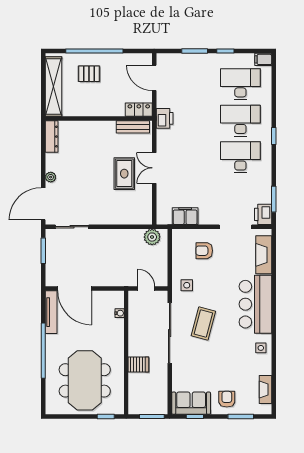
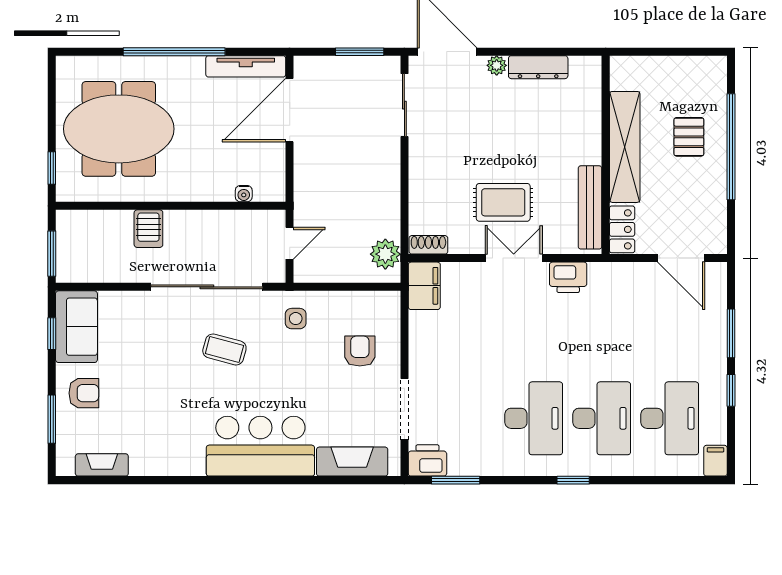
door: (154, 78) -> (681, 258), swing flipped
shelving: (53, 86) -> (625, 147), moved, turned 90
printer: (165, 118) -> (568, 277), moved
bench: (133, 127) -> (590, 207), width x1.36
dresser: (52, 137) -> (538, 67), moved
shoe rack: (147, 214) -> (428, 245), added
filing cabinet: (185, 216) -> (424, 286), moved
coffee table: (203, 324) -> (224, 349), width x0.73, depth x0.77
side table: (261, 348) -> (179, 456), removed

